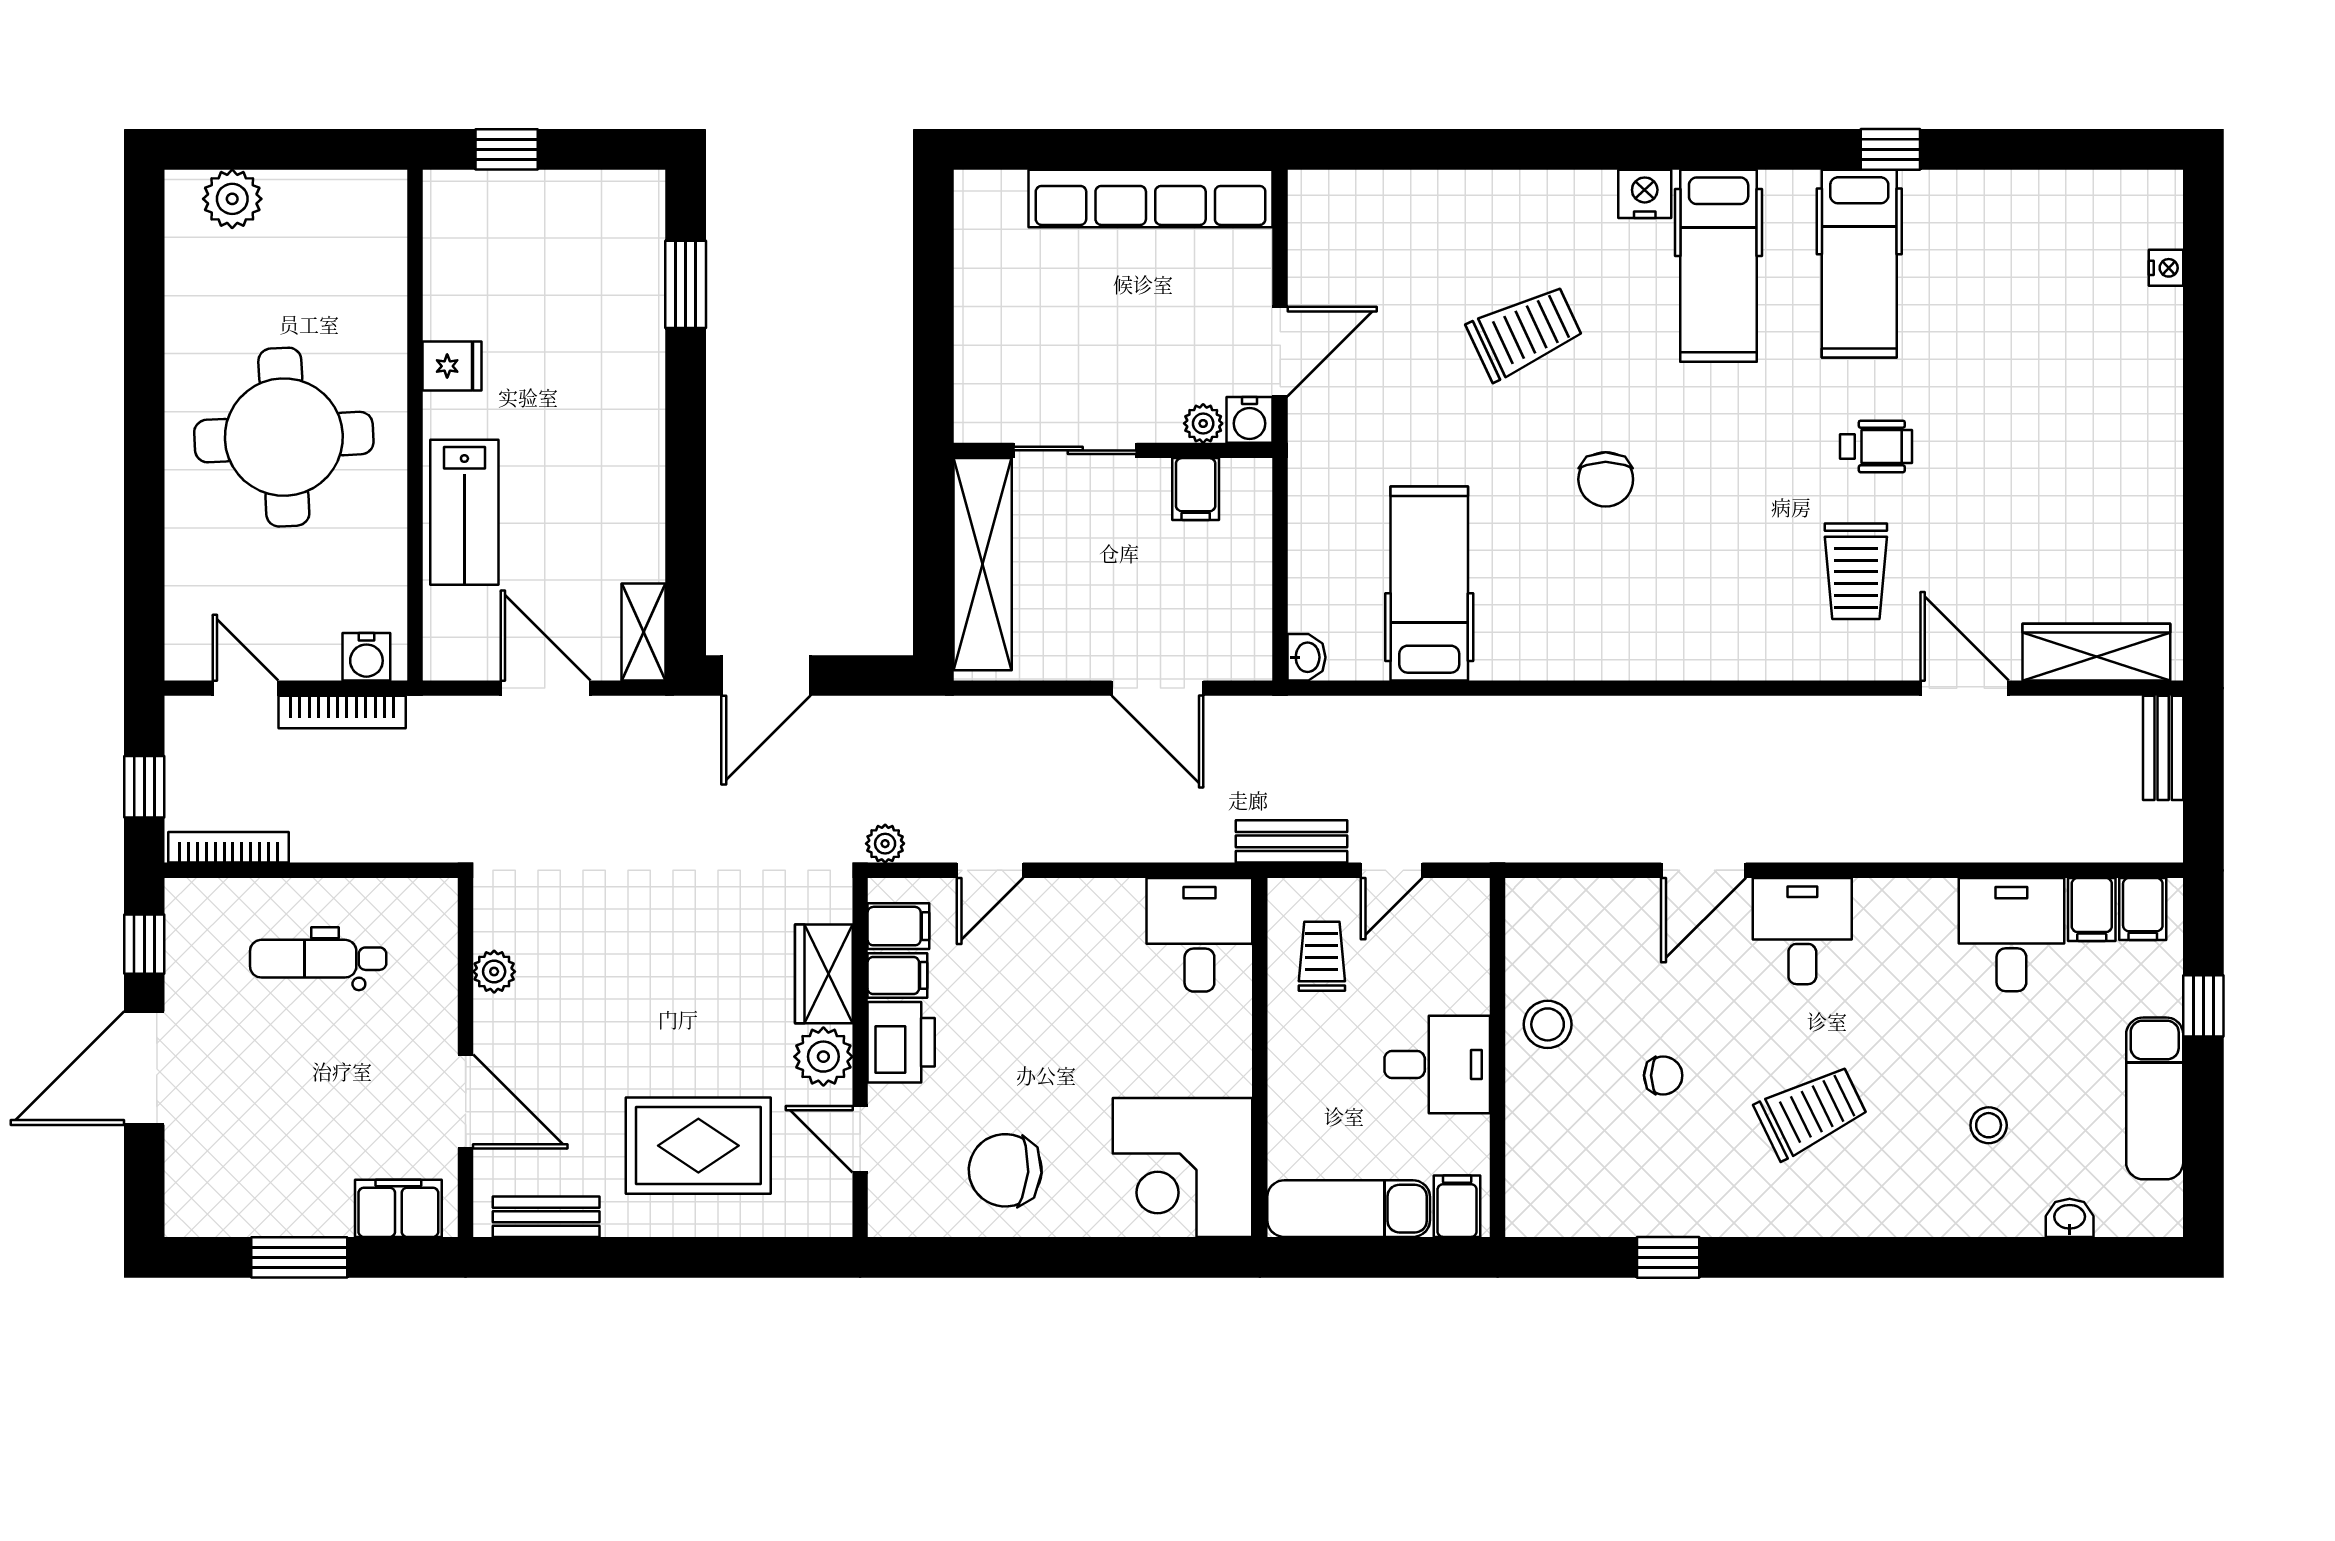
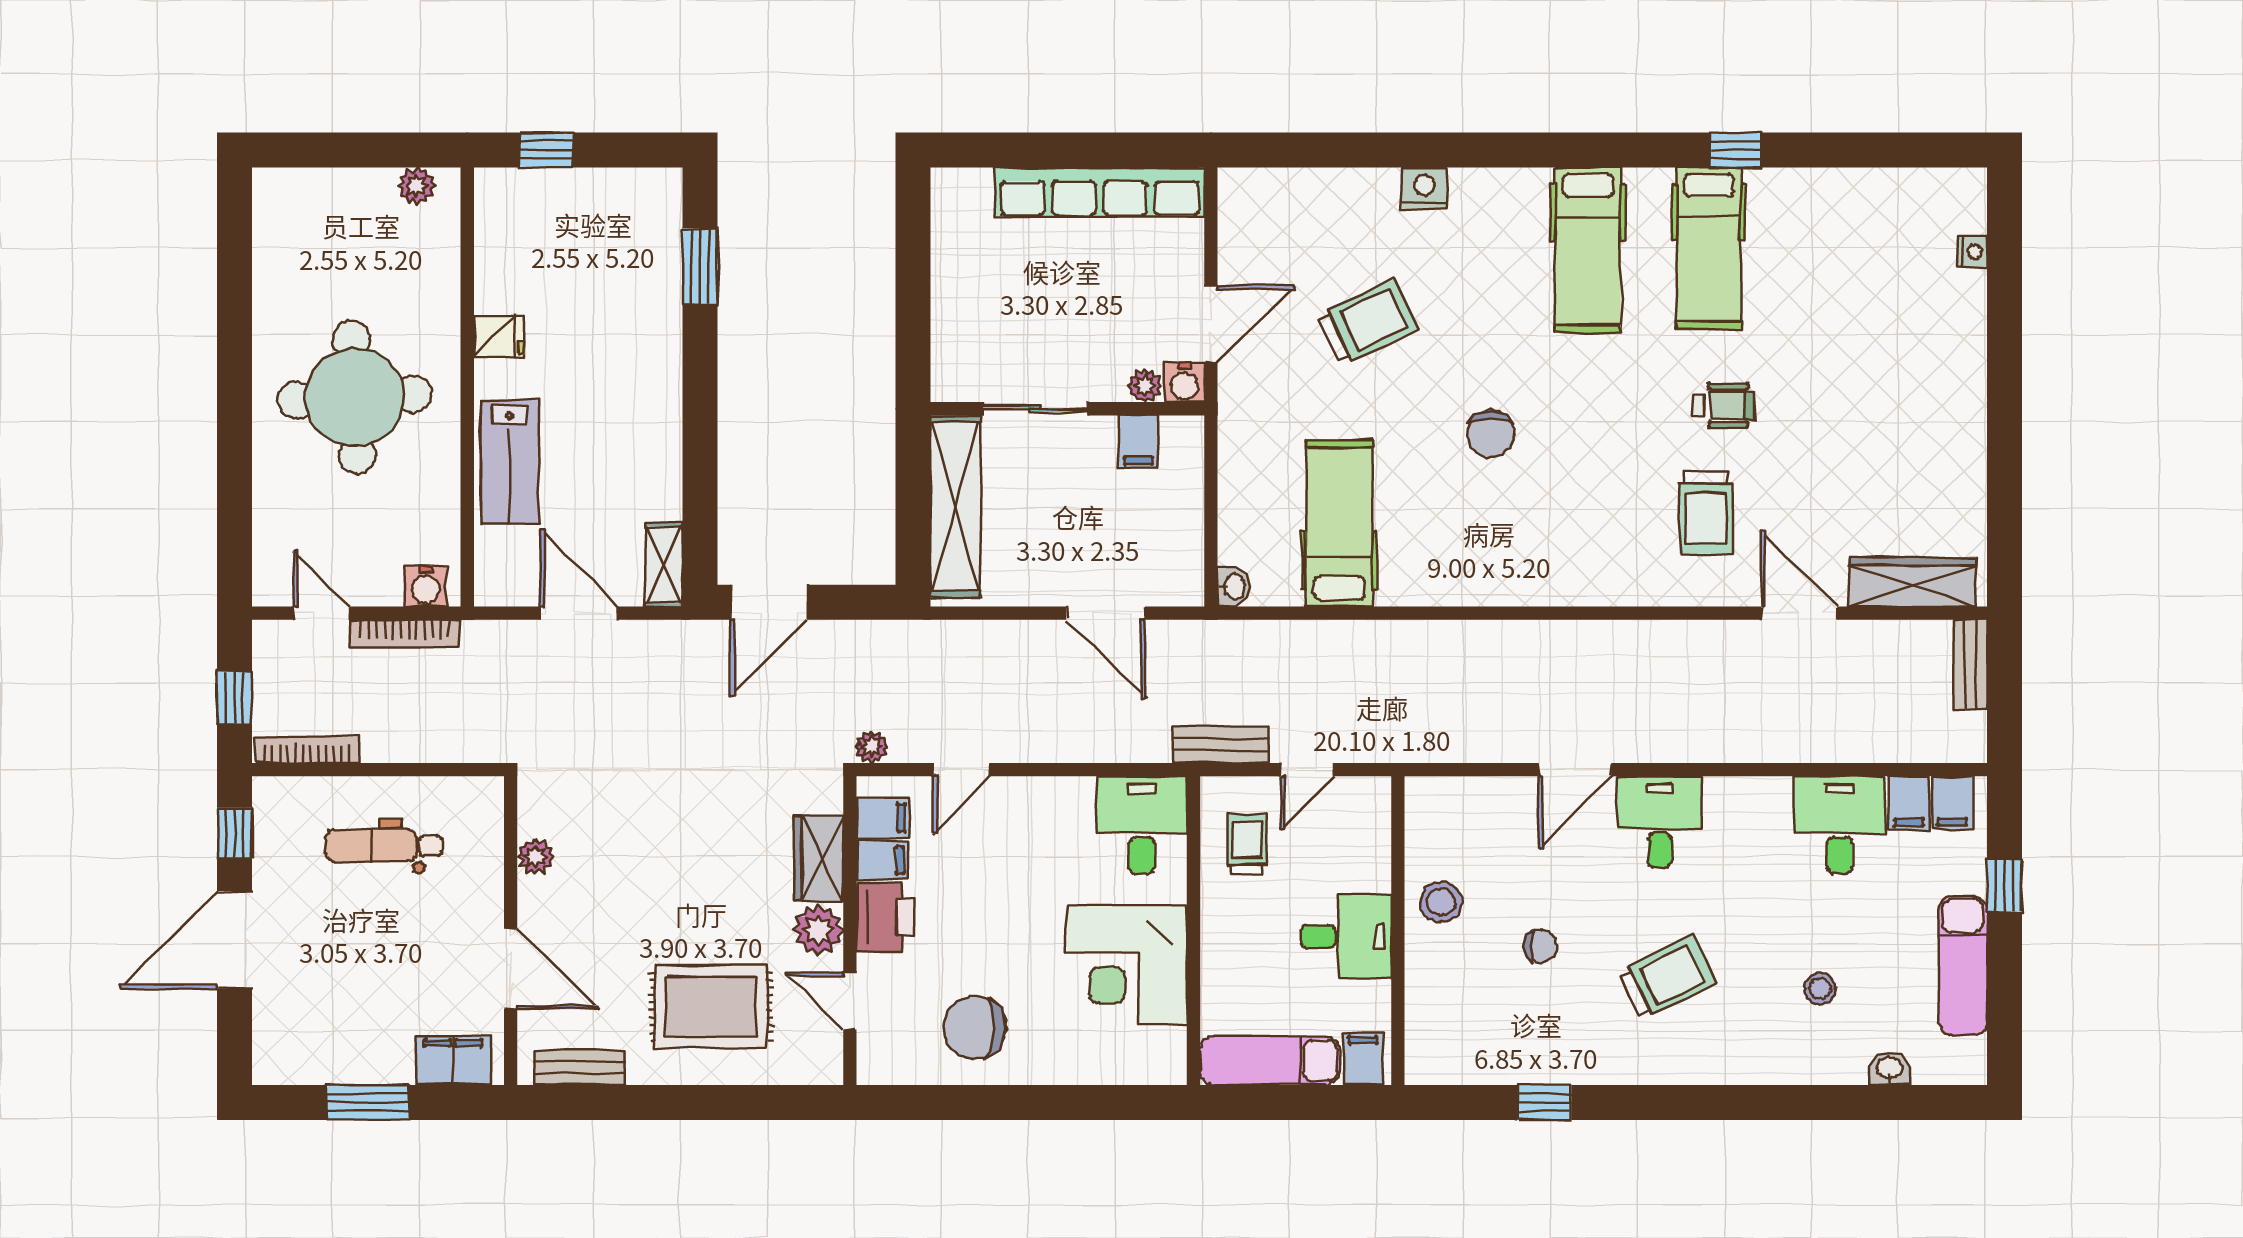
nightstand: (1645, 194) -> (1424, 188), moved
plant: (232, 199) -> (417, 186), moved, width x0.73, depth x0.73
trolley: (1525, 332) -> (1368, 322), moved
corner desk: (1183, 1167) -> (1127, 965), moved

